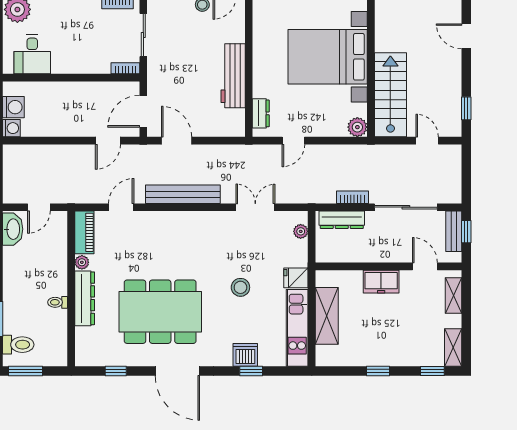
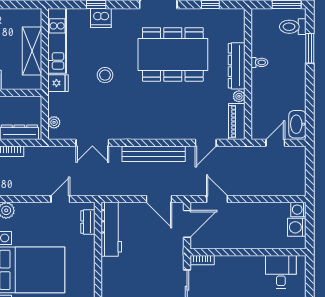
workbench: (233, 76) -> (111, 229), moved
door: (108, 141) -> (217, 199), hinge flipped

